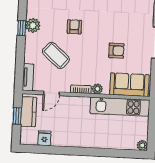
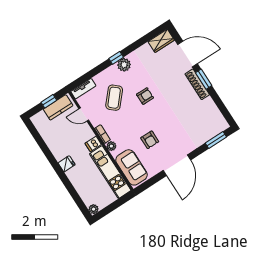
dishwasher: (84, 104) -> (93, 144), added
fridge: (44, 138) -> (67, 164), moved

